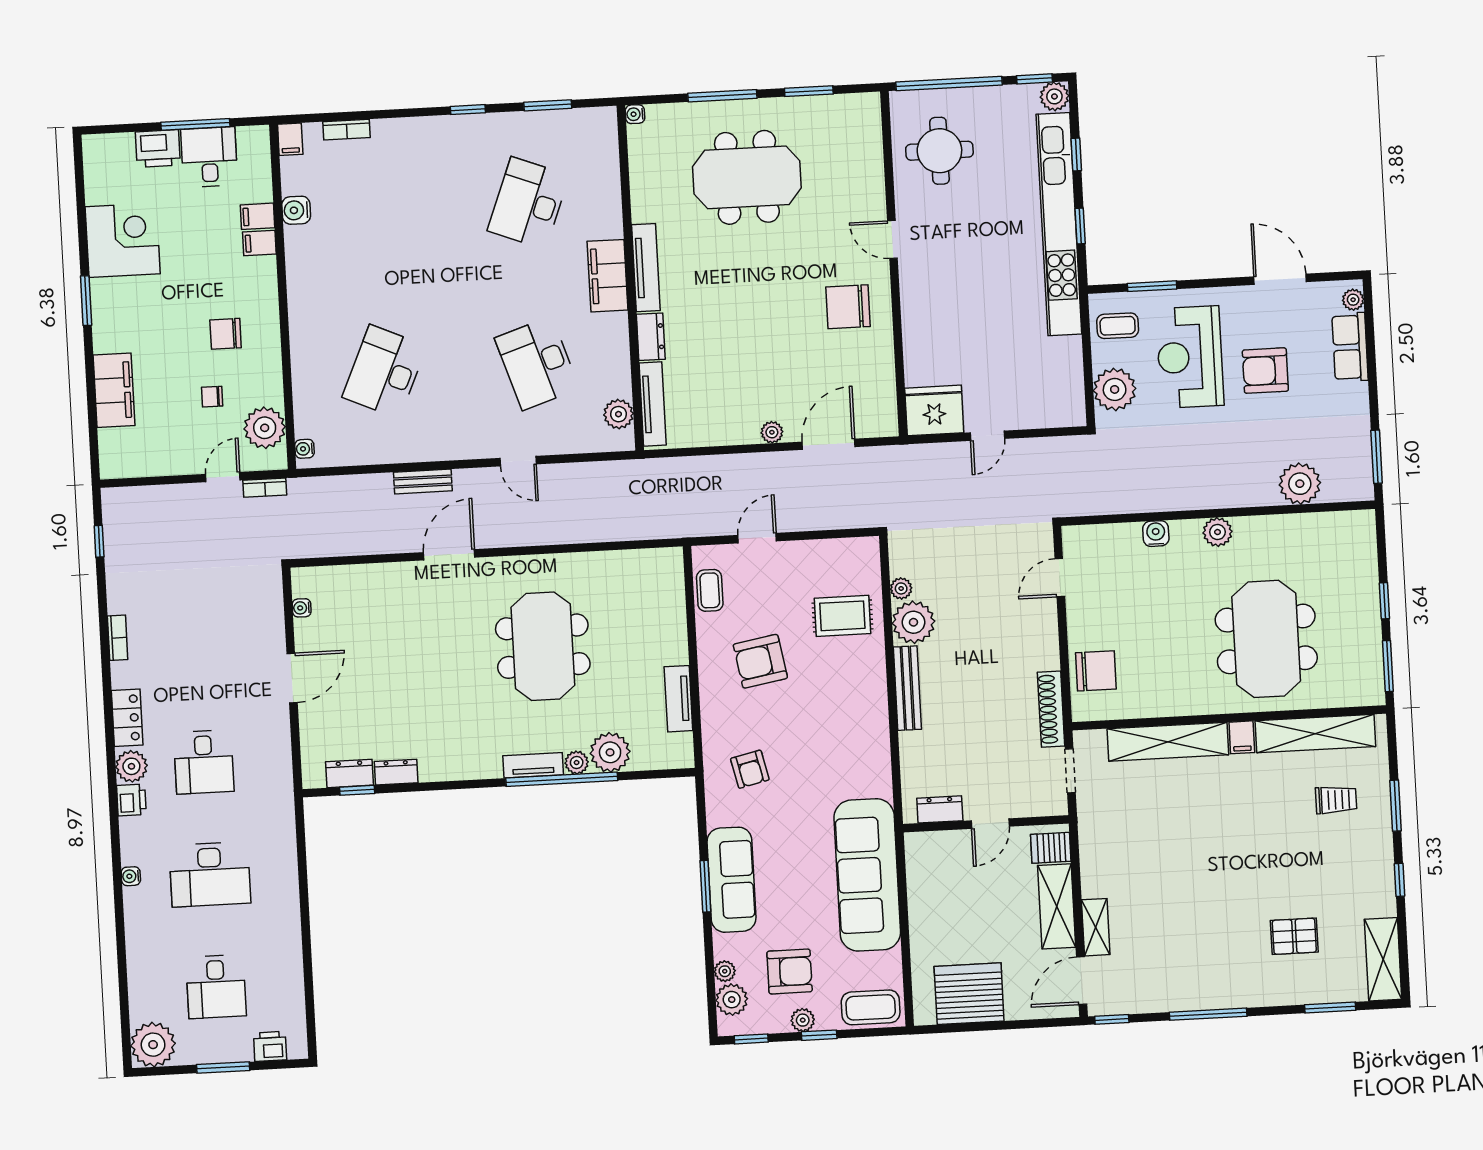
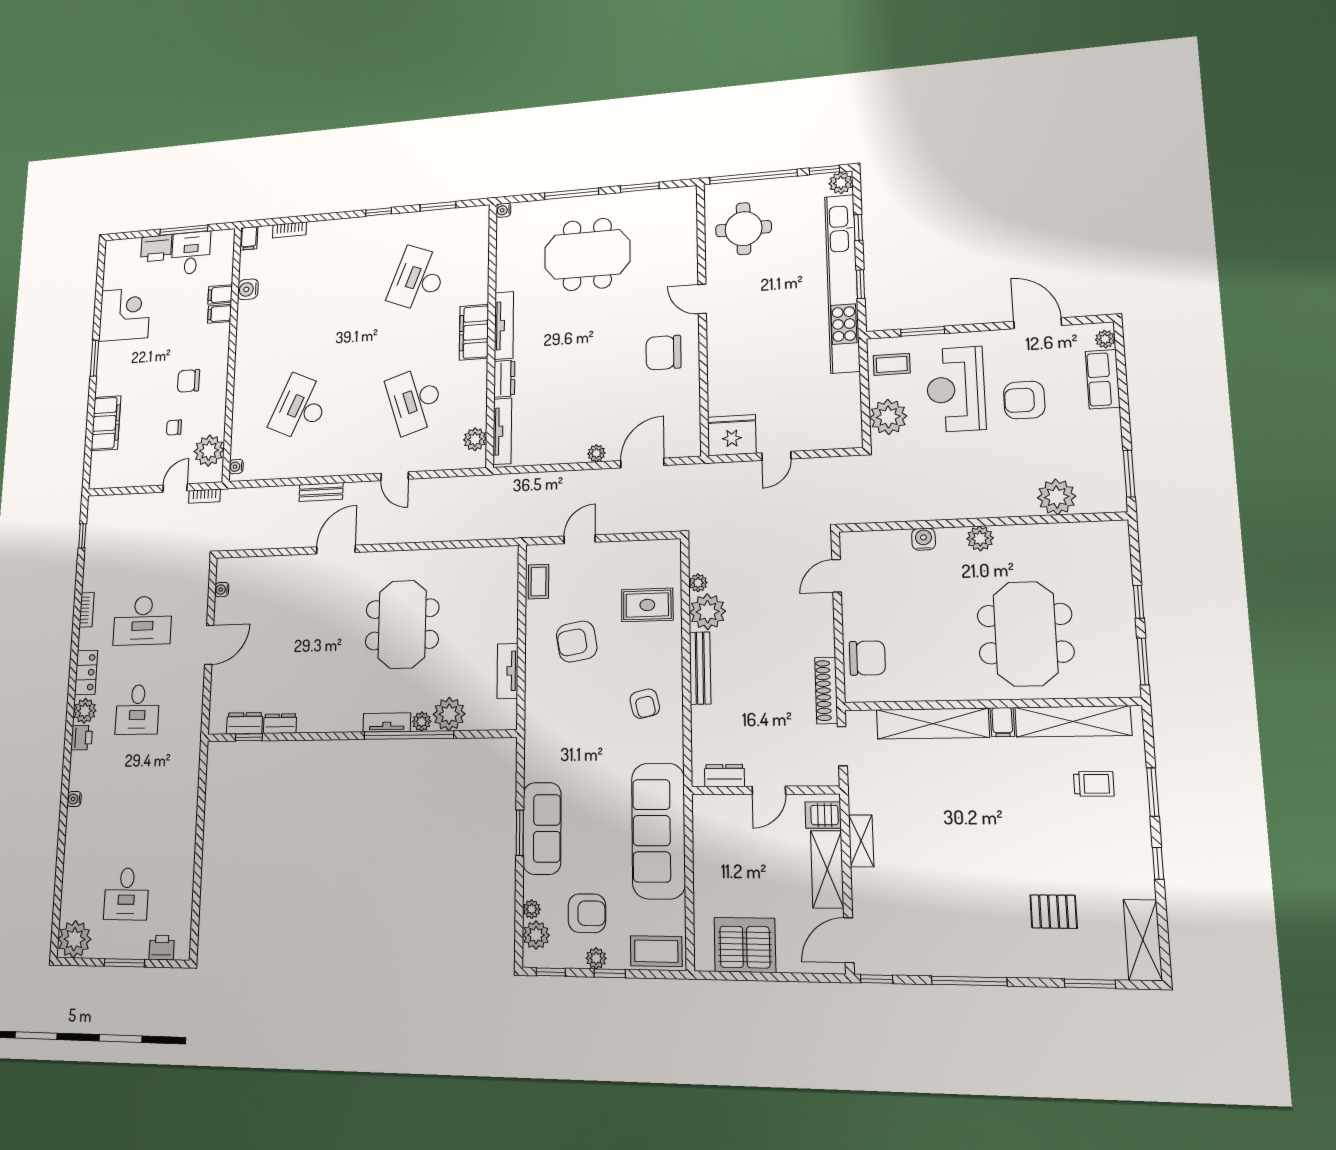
armchair: (750, 769) -> (645, 704), moved
desk: (210, 874) -> (143, 621), moved
shelving: (1096, 927) -> (861, 841), moved

